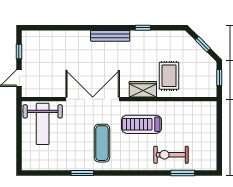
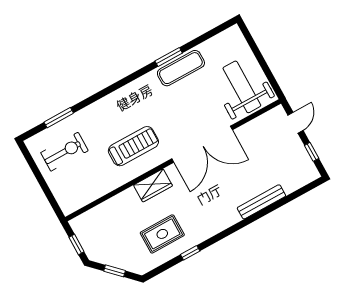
bench: (110, 36) -> (261, 202), moved
rug: (169, 76) -> (162, 234), moved, turned 90
exercise mat: (102, 143) -> (181, 68), moved, turned 90
exercise bike: (171, 155) -> (65, 152), moved

